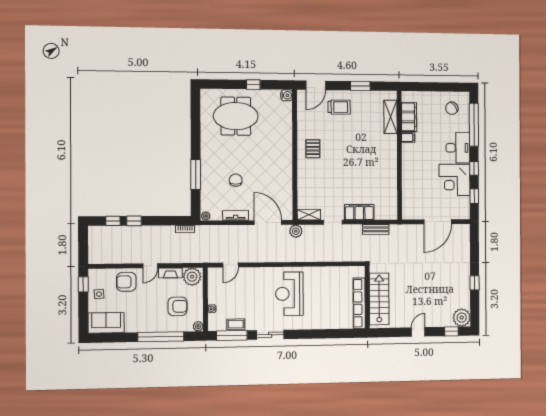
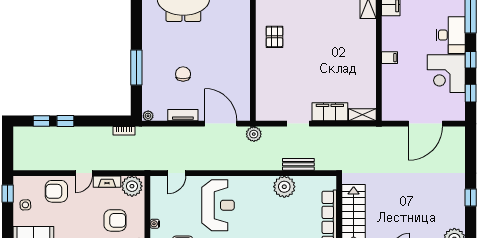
filing cabinet: (408, 137) -> (390, 58), moved
shelving: (309, 215) -> (362, 115), moved
bench: (376, 229) -> (298, 164), moved
plant: (322, 276) -> (284, 187), added
reception desk: (289, 294) -> (218, 205), moved, turned 180

